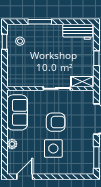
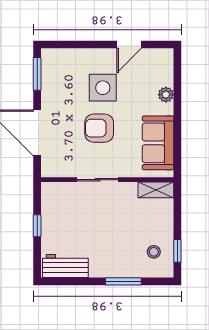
shelving: (82, 82) -> (156, 190), moved
door: (25, 177) -> (129, 45), moved

